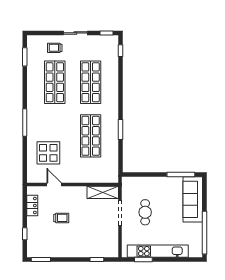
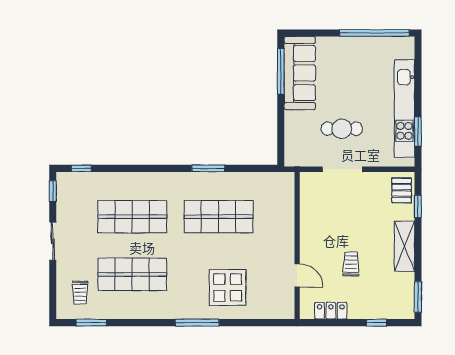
trolley: (55, 48) -> (80, 293), moved
display table: (48, 153) -> (228, 287), moved
door: (54, 185) -> (297, 275), swing flipped
shelving: (103, 192) -> (404, 246), moved
sofa: (193, 199) -> (300, 73), moved, turned -90
pallet: (107, 249) -> (402, 190), added

